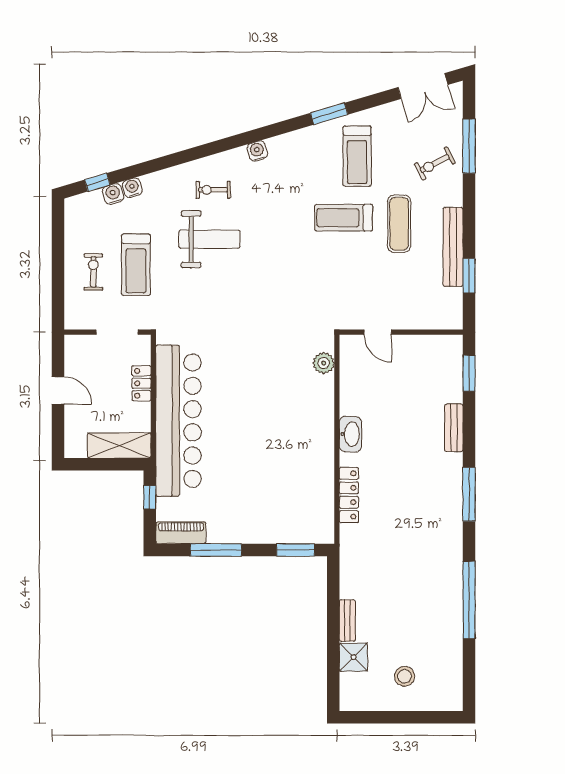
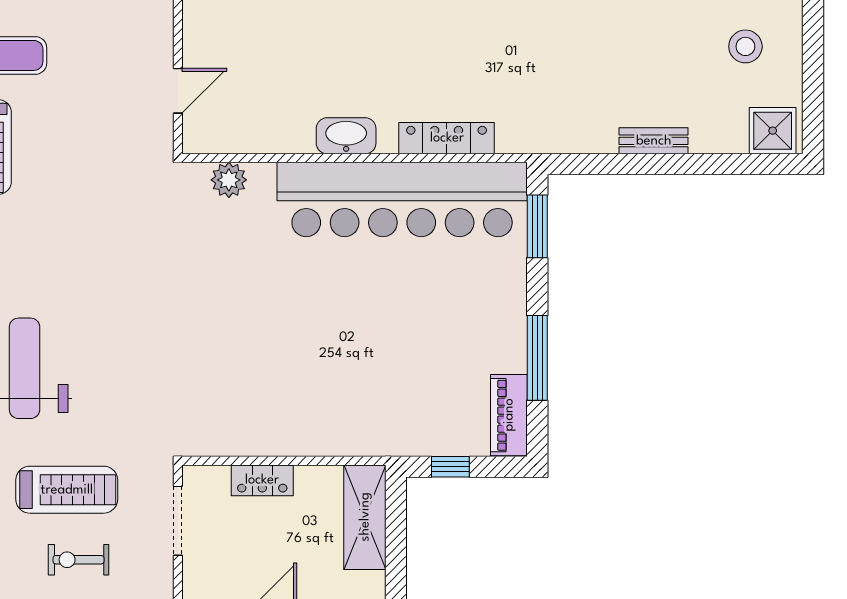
bar counter: (178, 421) -> (402, 199), moved, turned 180
shower: (353, 657) -> (773, 131), moved

